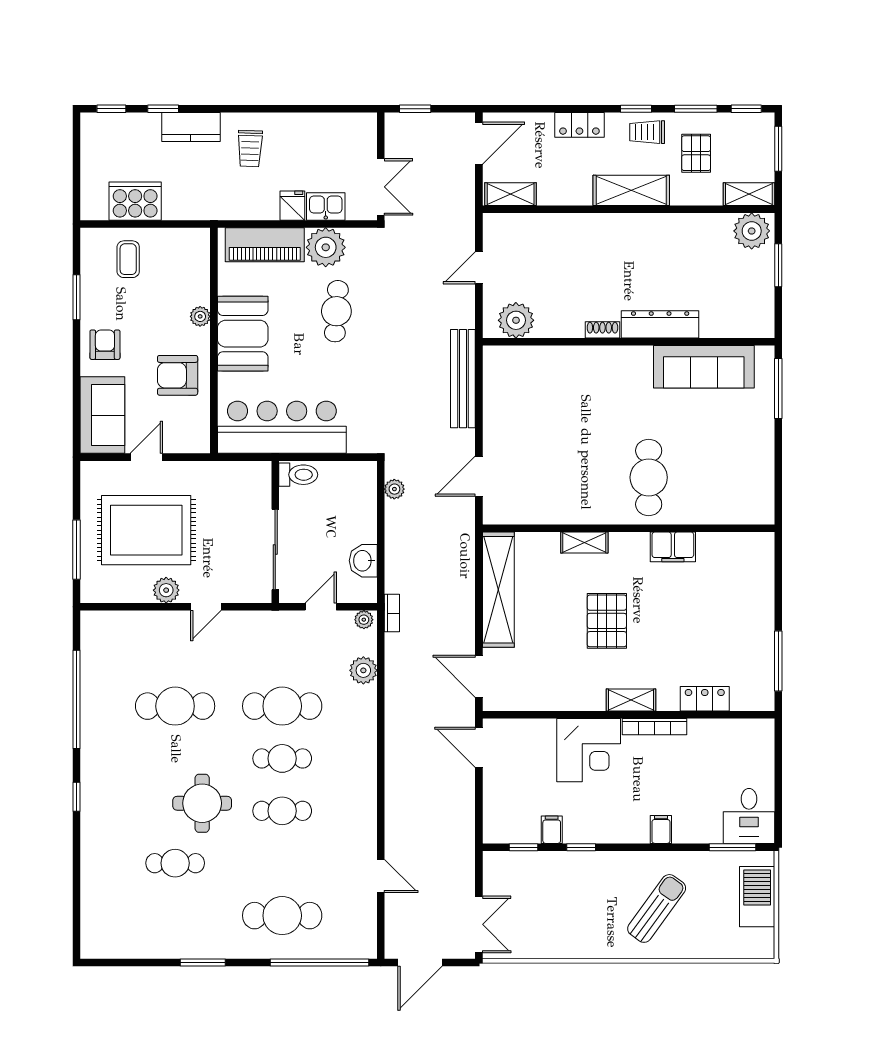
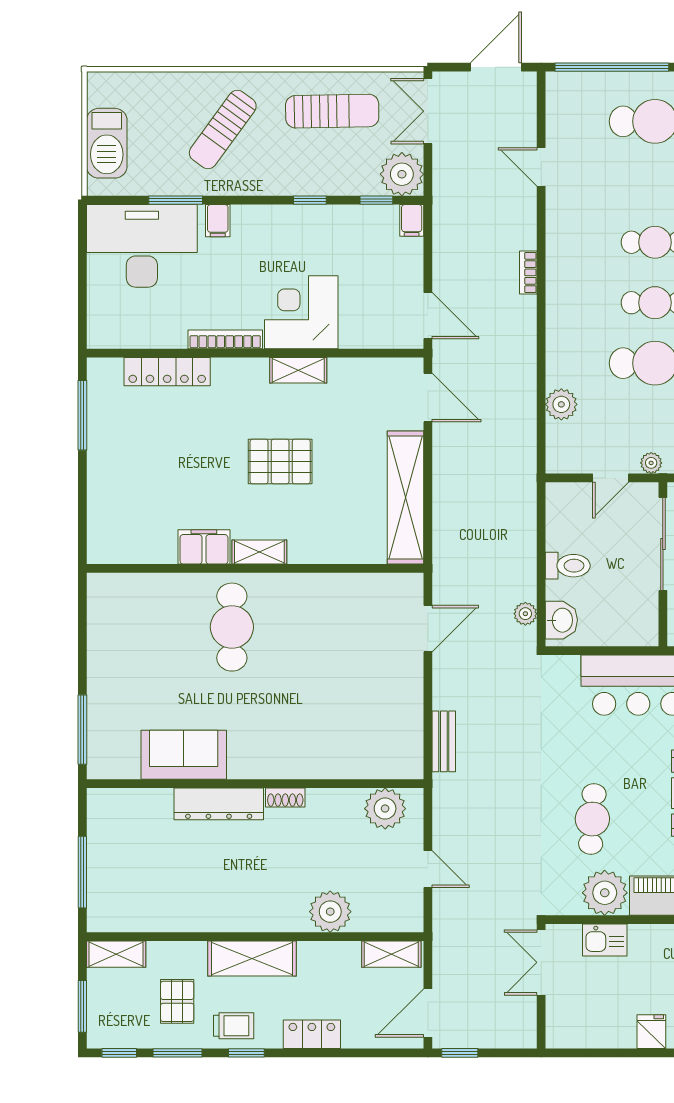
window: (415, 109) -> (460, 1053), moved
fridge: (292, 206) -> (651, 1032), moved, turned 180
plant: (752, 231) -> (330, 912), moved
window: (778, 265) -> (82, 872), width x1.44
door: (479, 268) -> (428, 869), hinge flipped
sofa: (704, 367) -> (184, 755), width x0.73
bench: (463, 379) -> (444, 741), width x0.54, depth x0.82
toilet: (298, 475) -> (568, 566), moved, turned 180
shelving: (584, 543) -> (259, 552), moved
washbasin: (363, 561) -> (561, 620), moved
bookcase: (392, 613) -> (528, 272), moved
plant: (364, 620) -> (651, 463), moved
pallet: (607, 621) -> (280, 461), turned 90
locker: (705, 699) -> (167, 372), width x1.53
shelving: (631, 700) -> (298, 370), moved
desk: (749, 816) -> (142, 246), width x1.87, depth x1.30
filing cabinet: (552, 830) -> (412, 220), moved
window: (733, 847) -> (176, 200), moved
plant: (501, 870) -> (402, 174), added
sun lounger: (562, 924) -> (332, 111), added

